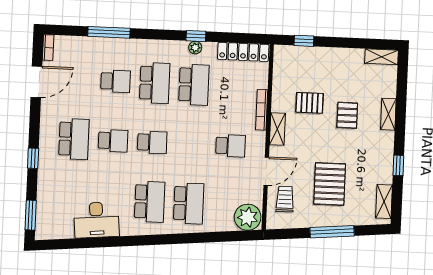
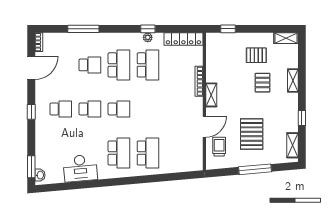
pallet: (310, 103) -> (256, 55), moved
school desk: (74, 139) -> (61, 109), width x0.54
school desk: (230, 146) -> (177, 109), removed
window: (33, 158) -> (31, 112), moved
plant: (248, 217) -> (192, 161), removed
washbasin: (42, 227) -> (40, 175), added

